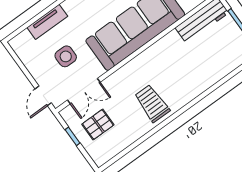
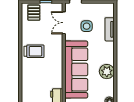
pallet: (98, 125) -> (34, 13), moved

